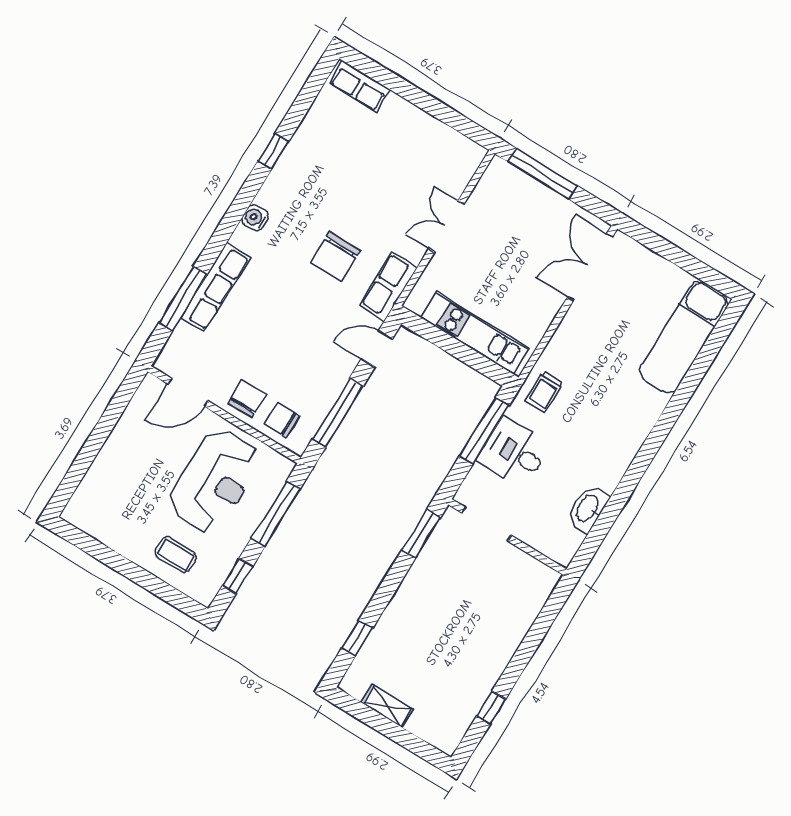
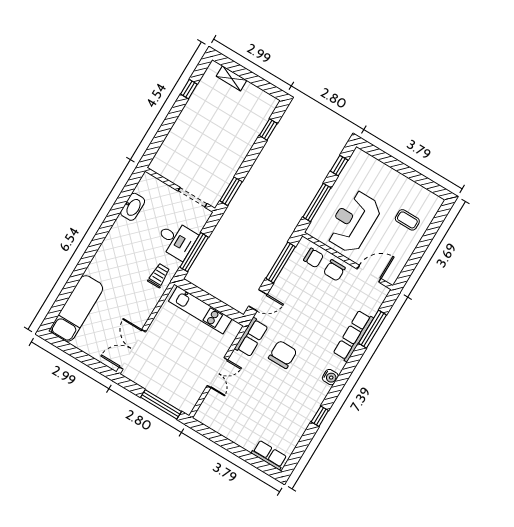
double door: (590, 267) -> (132, 349), swing flipped
coffee table: (176, 555) -> (407, 220), moved
shelving: (387, 706) -> (231, 78), moved

